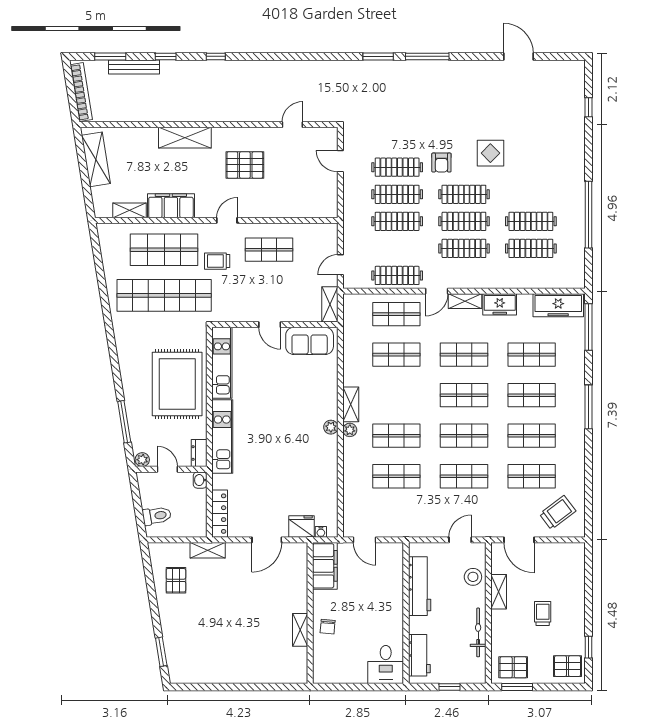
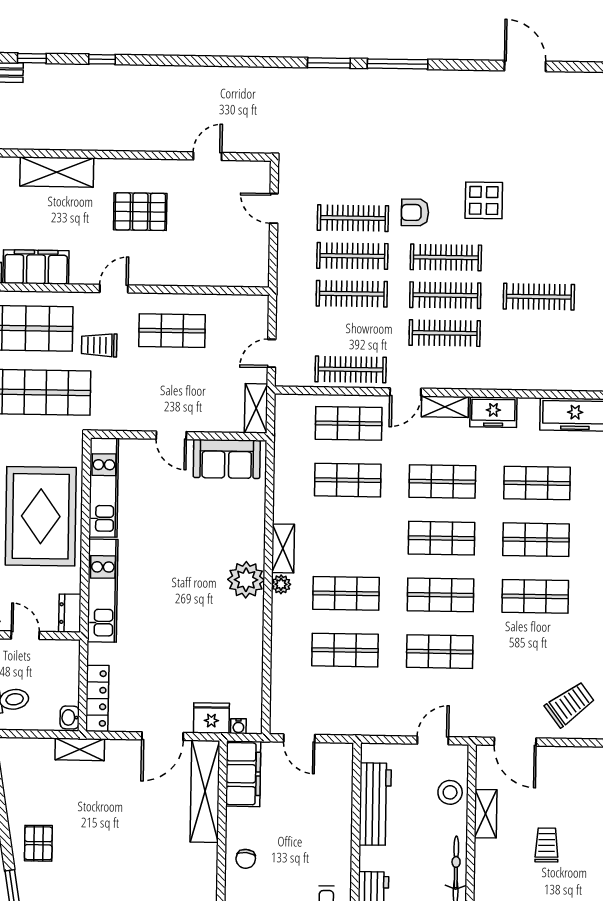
armchair: (441, 163) -> (415, 212), turned 90
clothes rail: (531, 248) -> (538, 335), removed
plant: (331, 427) -> (246, 580), width x1.87, depth x1.87
shop shelf: (532, 476) -> (534, 653), removed
washbasin: (200, 480) -> (70, 717), moved
pallet: (176, 580) -> (38, 843), moved
shelving: (300, 630) -> (205, 791), moved, width x2.20, depth x1.33

